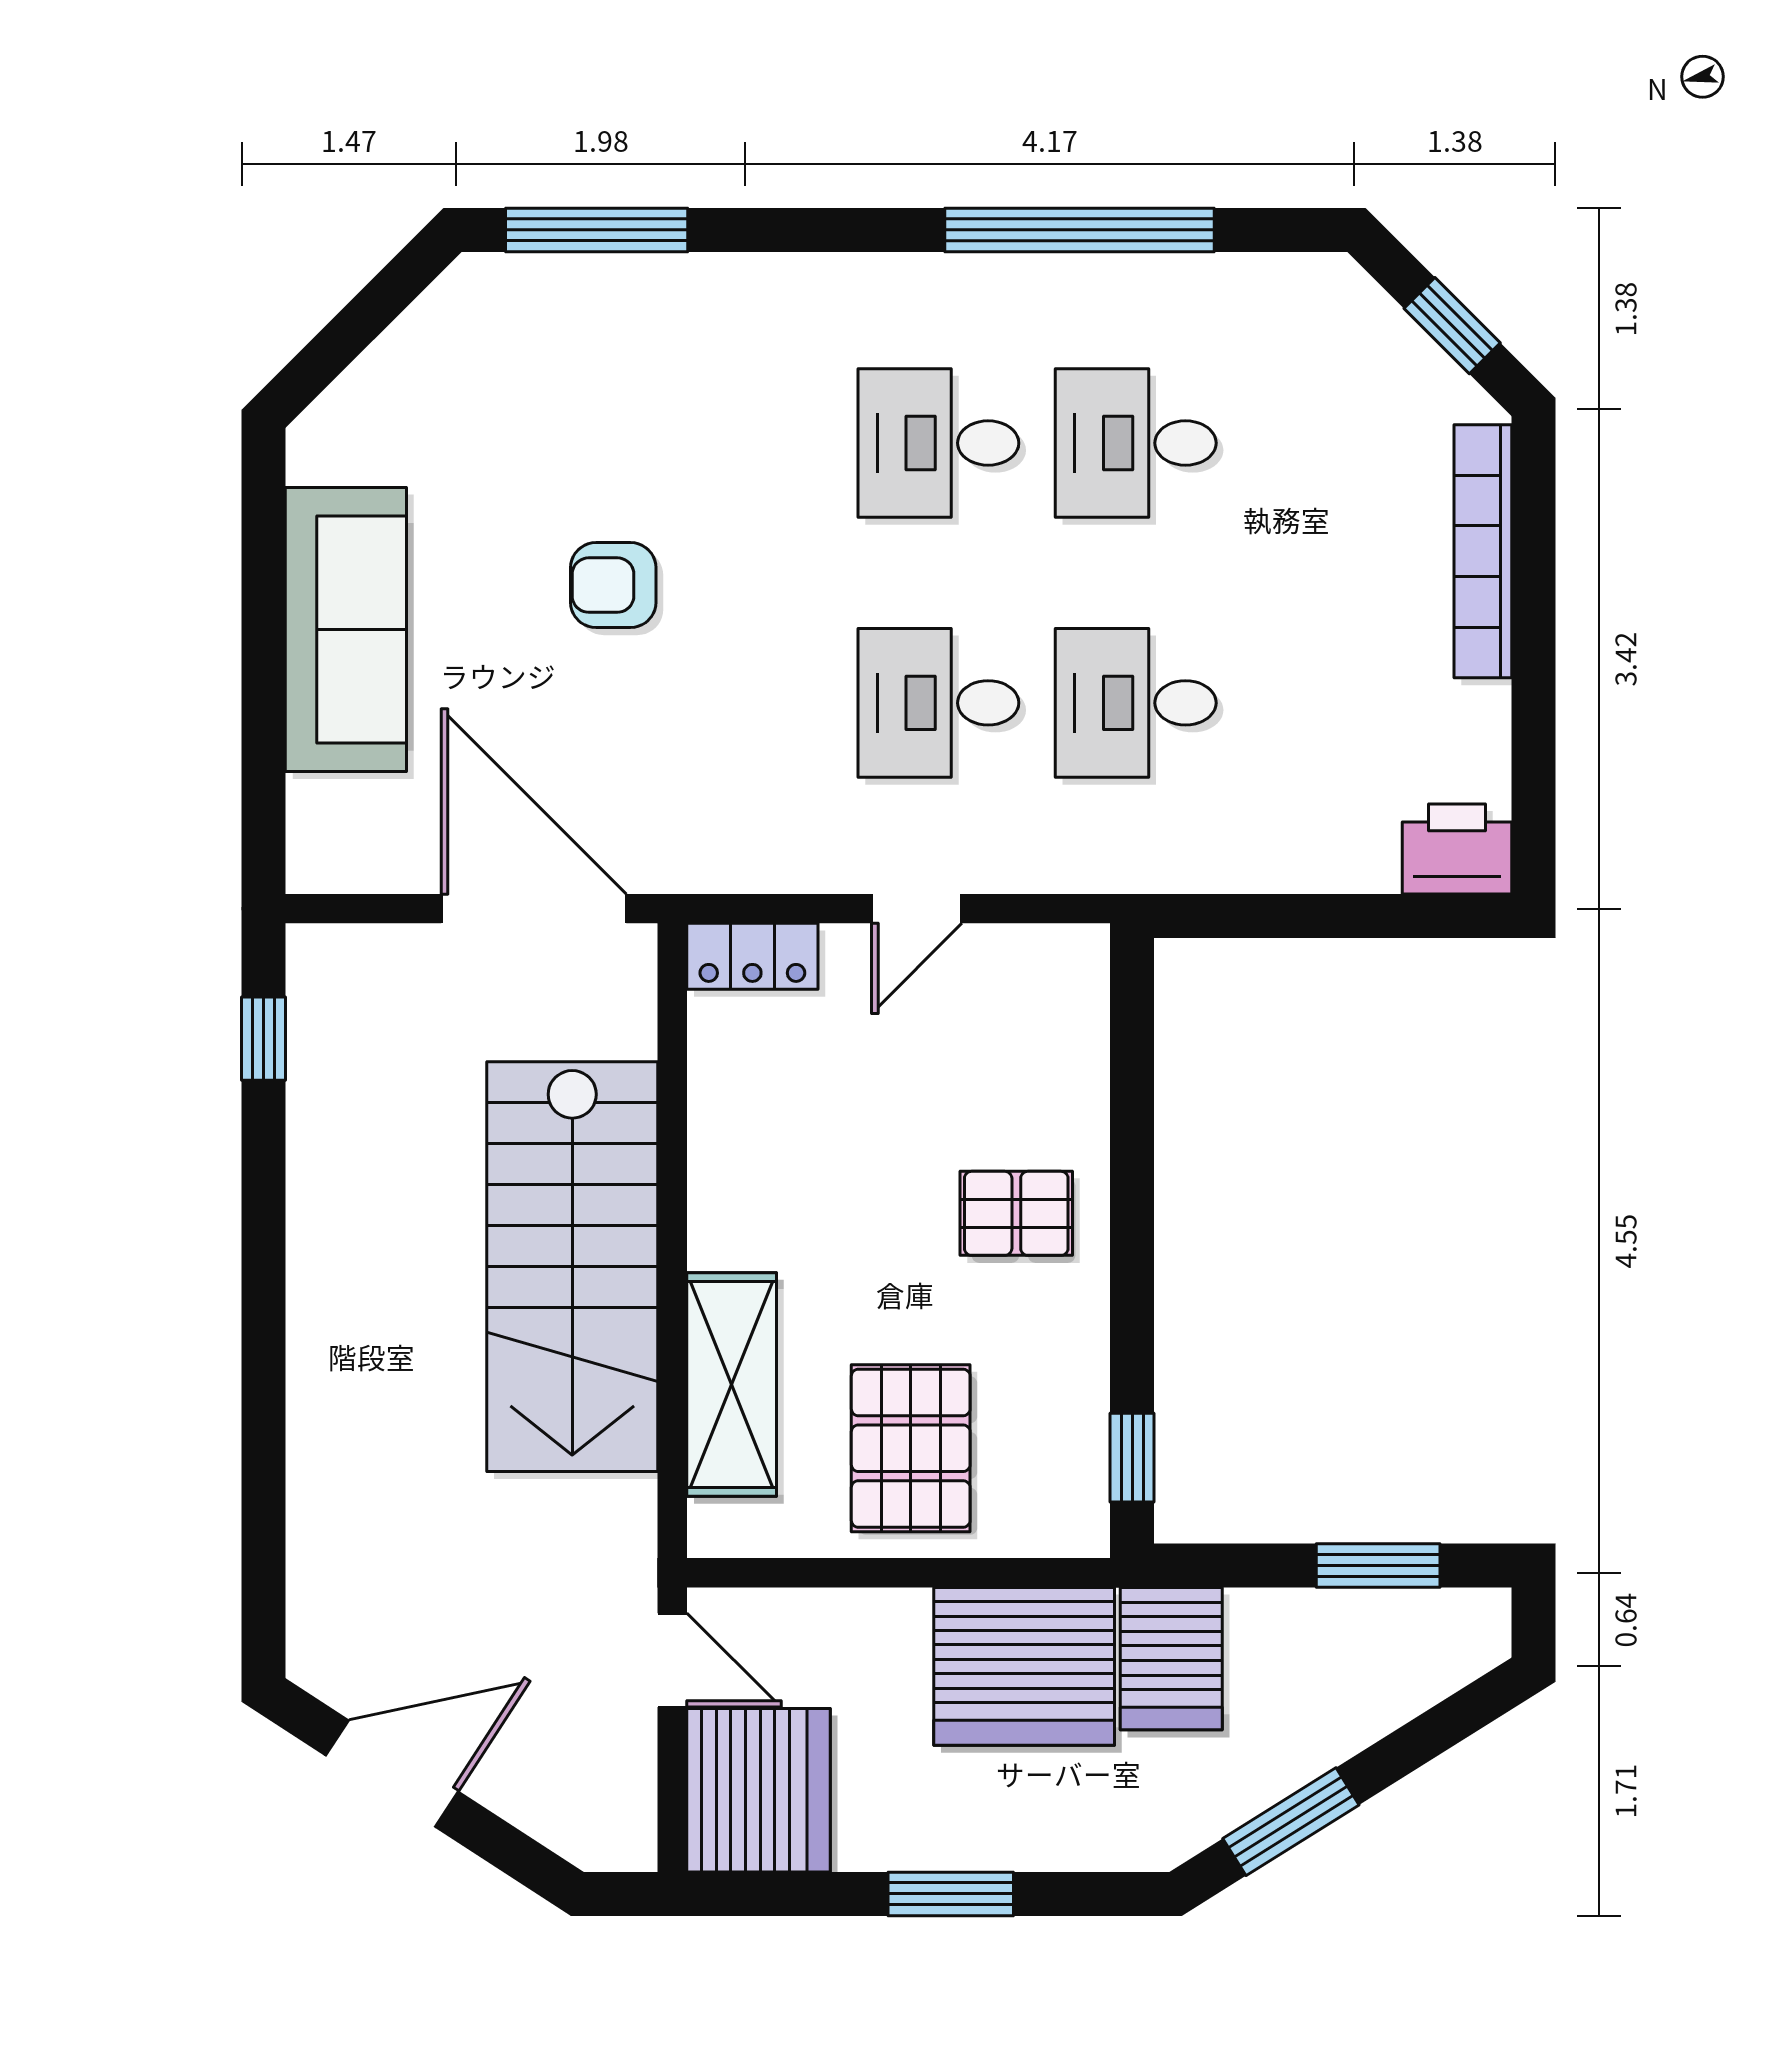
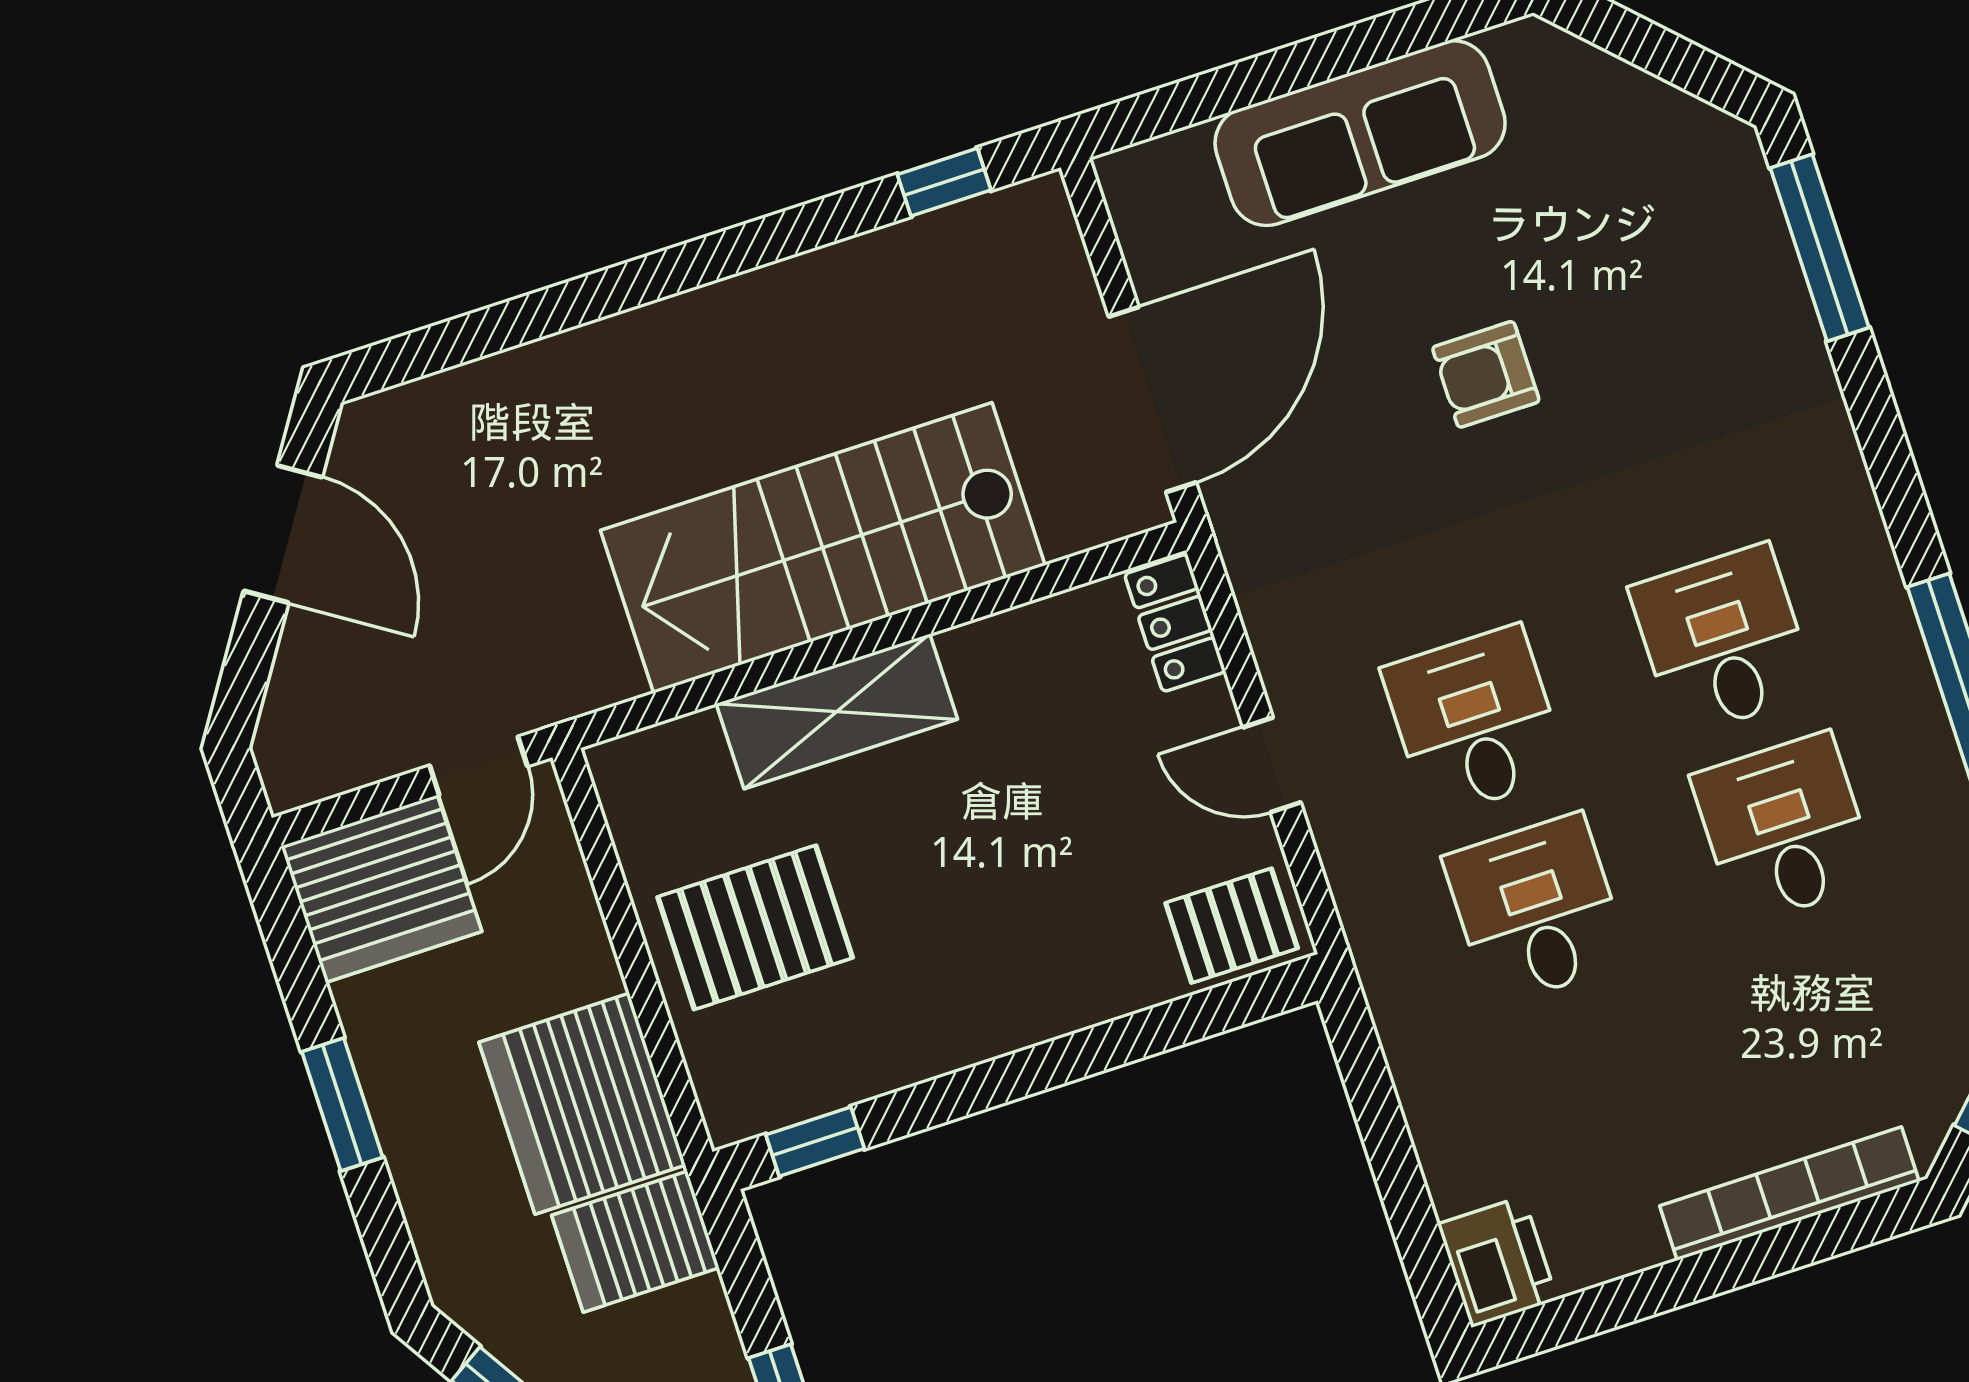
armchair: (613, 585) -> (1486, 374), turned -90
pallet: (1016, 1213) -> (1232, 926), moved, turned 90
shelving: (732, 1385) -> (837, 712), moved

